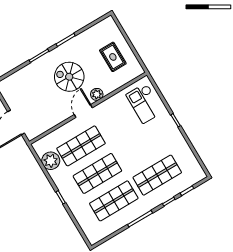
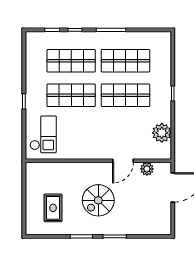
rug: (113, 57) -> (53, 208), moved
spiral stairs: (69, 77) -> (98, 200), turned 90
plant: (97, 94) -> (147, 169), moved
door: (83, 111) -> (123, 161), moved
shop shelf: (81, 146) -> (71, 95), moved

